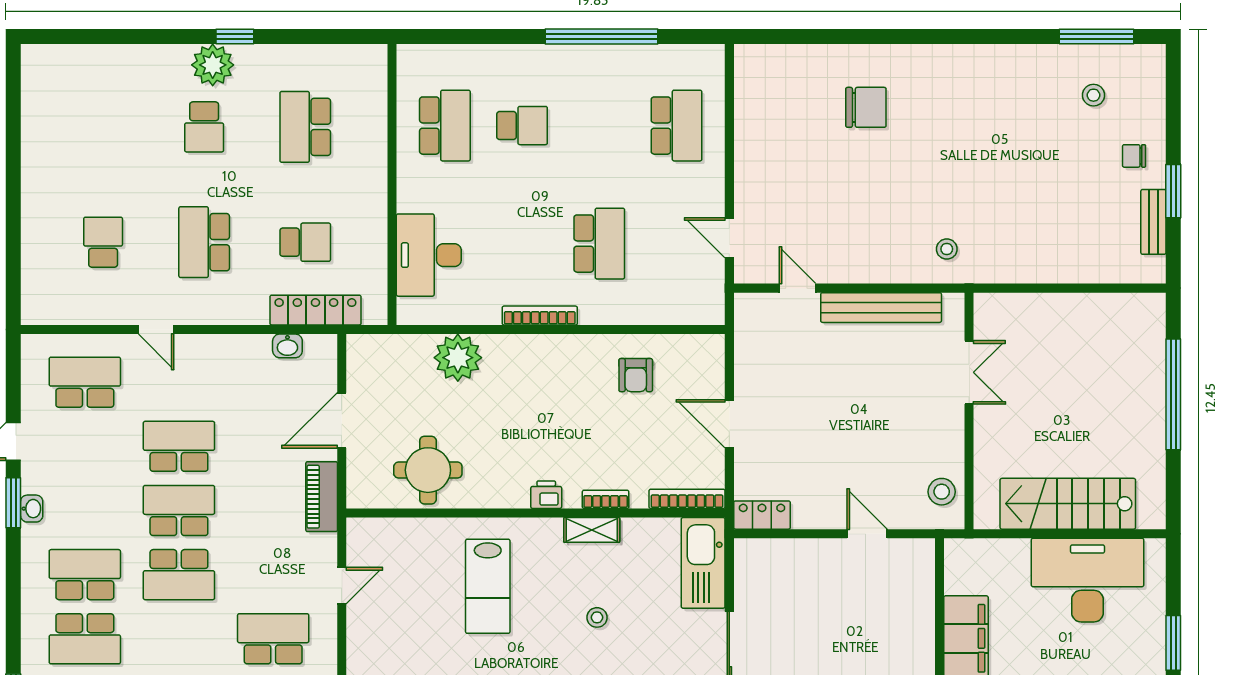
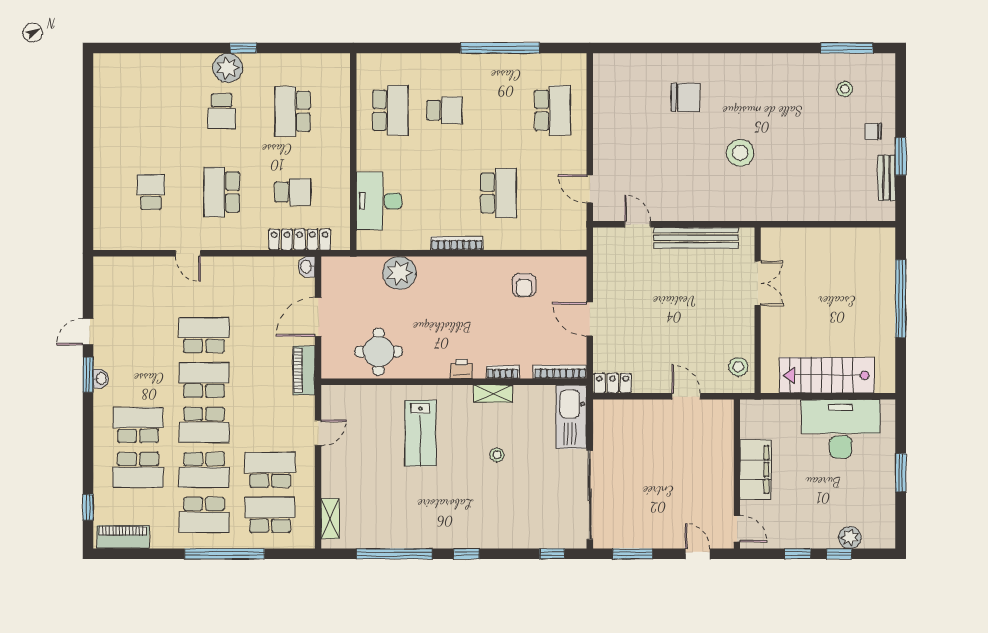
stool: (947, 249) -> (740, 153), moved, width x1.89, depth x1.89
washbasin: (287, 346) -> (307, 267), moved, turned 90
school desk: (85, 382) -> (204, 470), moved, turned 180

